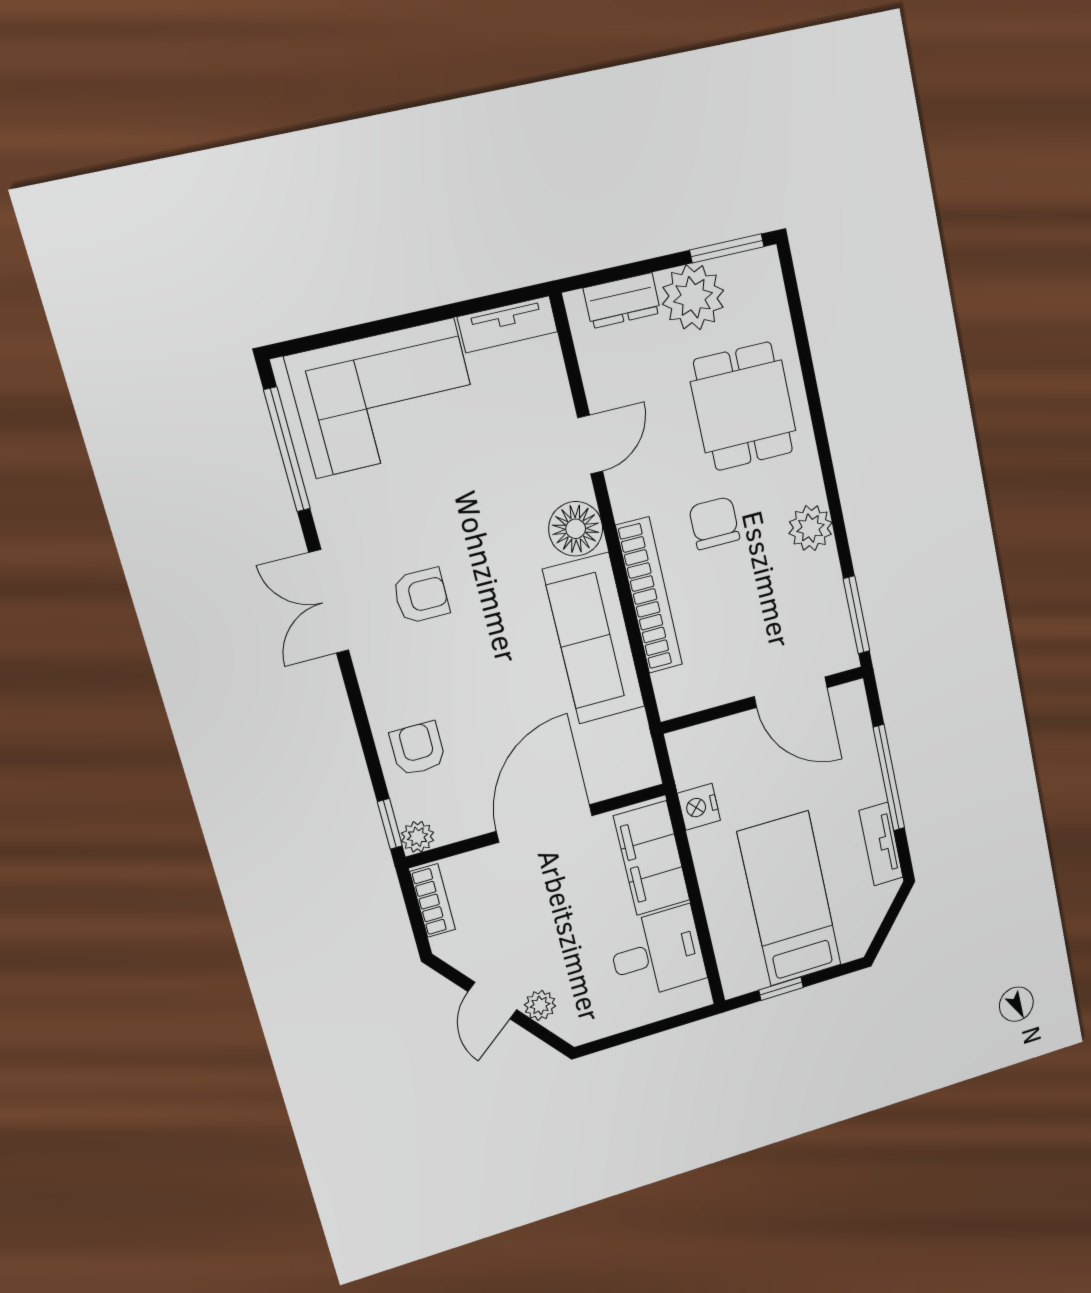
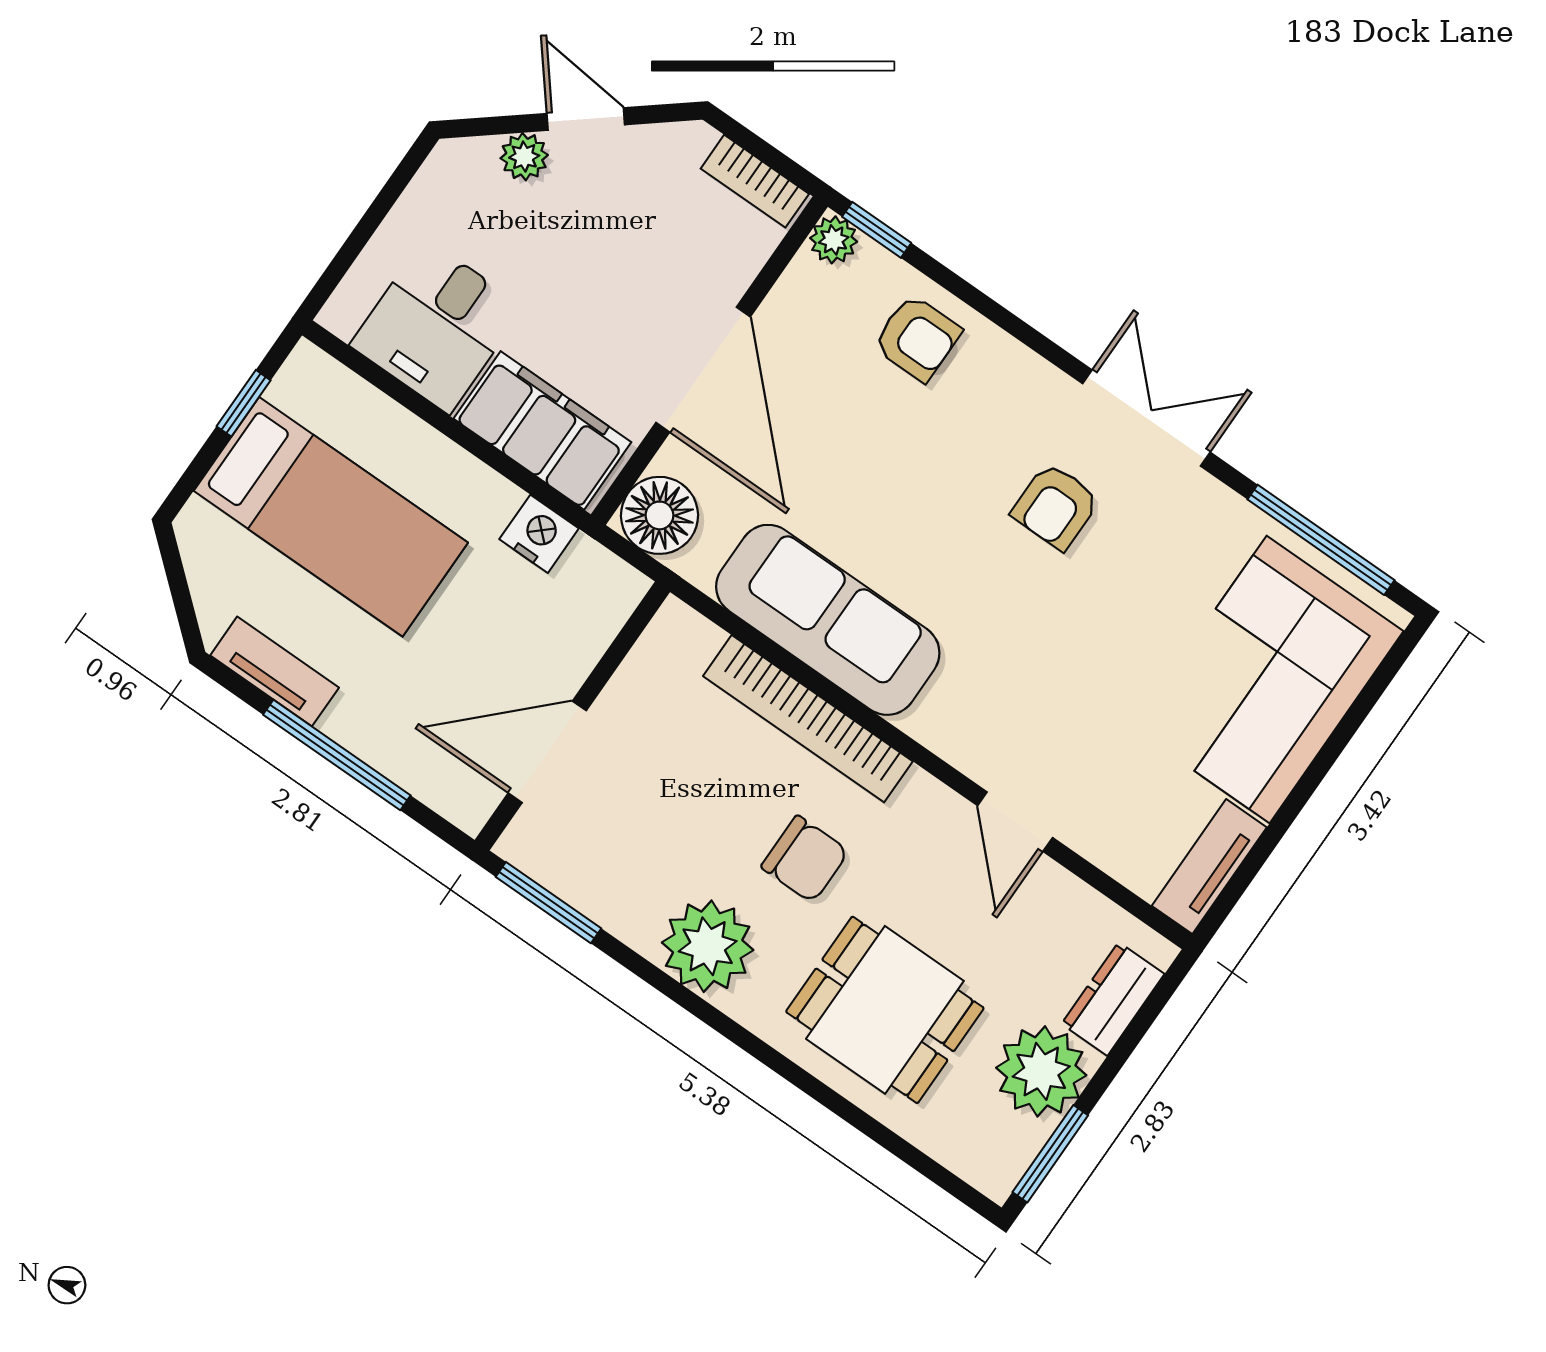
plant: (810, 528) -> (708, 946), width x1.36, depth x1.36
floor lamp: (576, 529) -> (659, 515), moved

